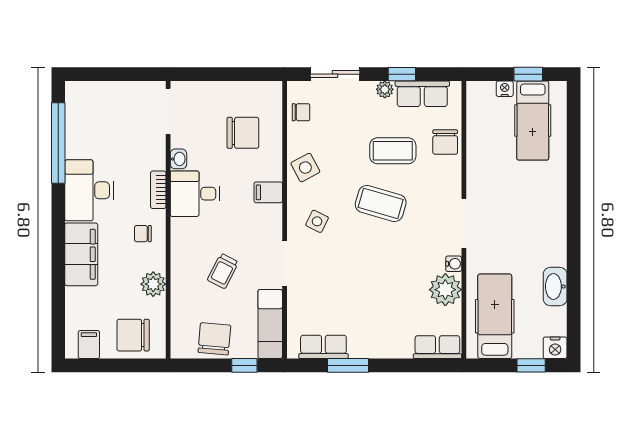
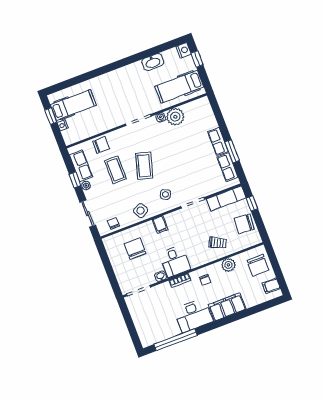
trolley: (223, 271) -> (218, 243), moved
row of seats: (437, 347) -> (218, 142), moved

